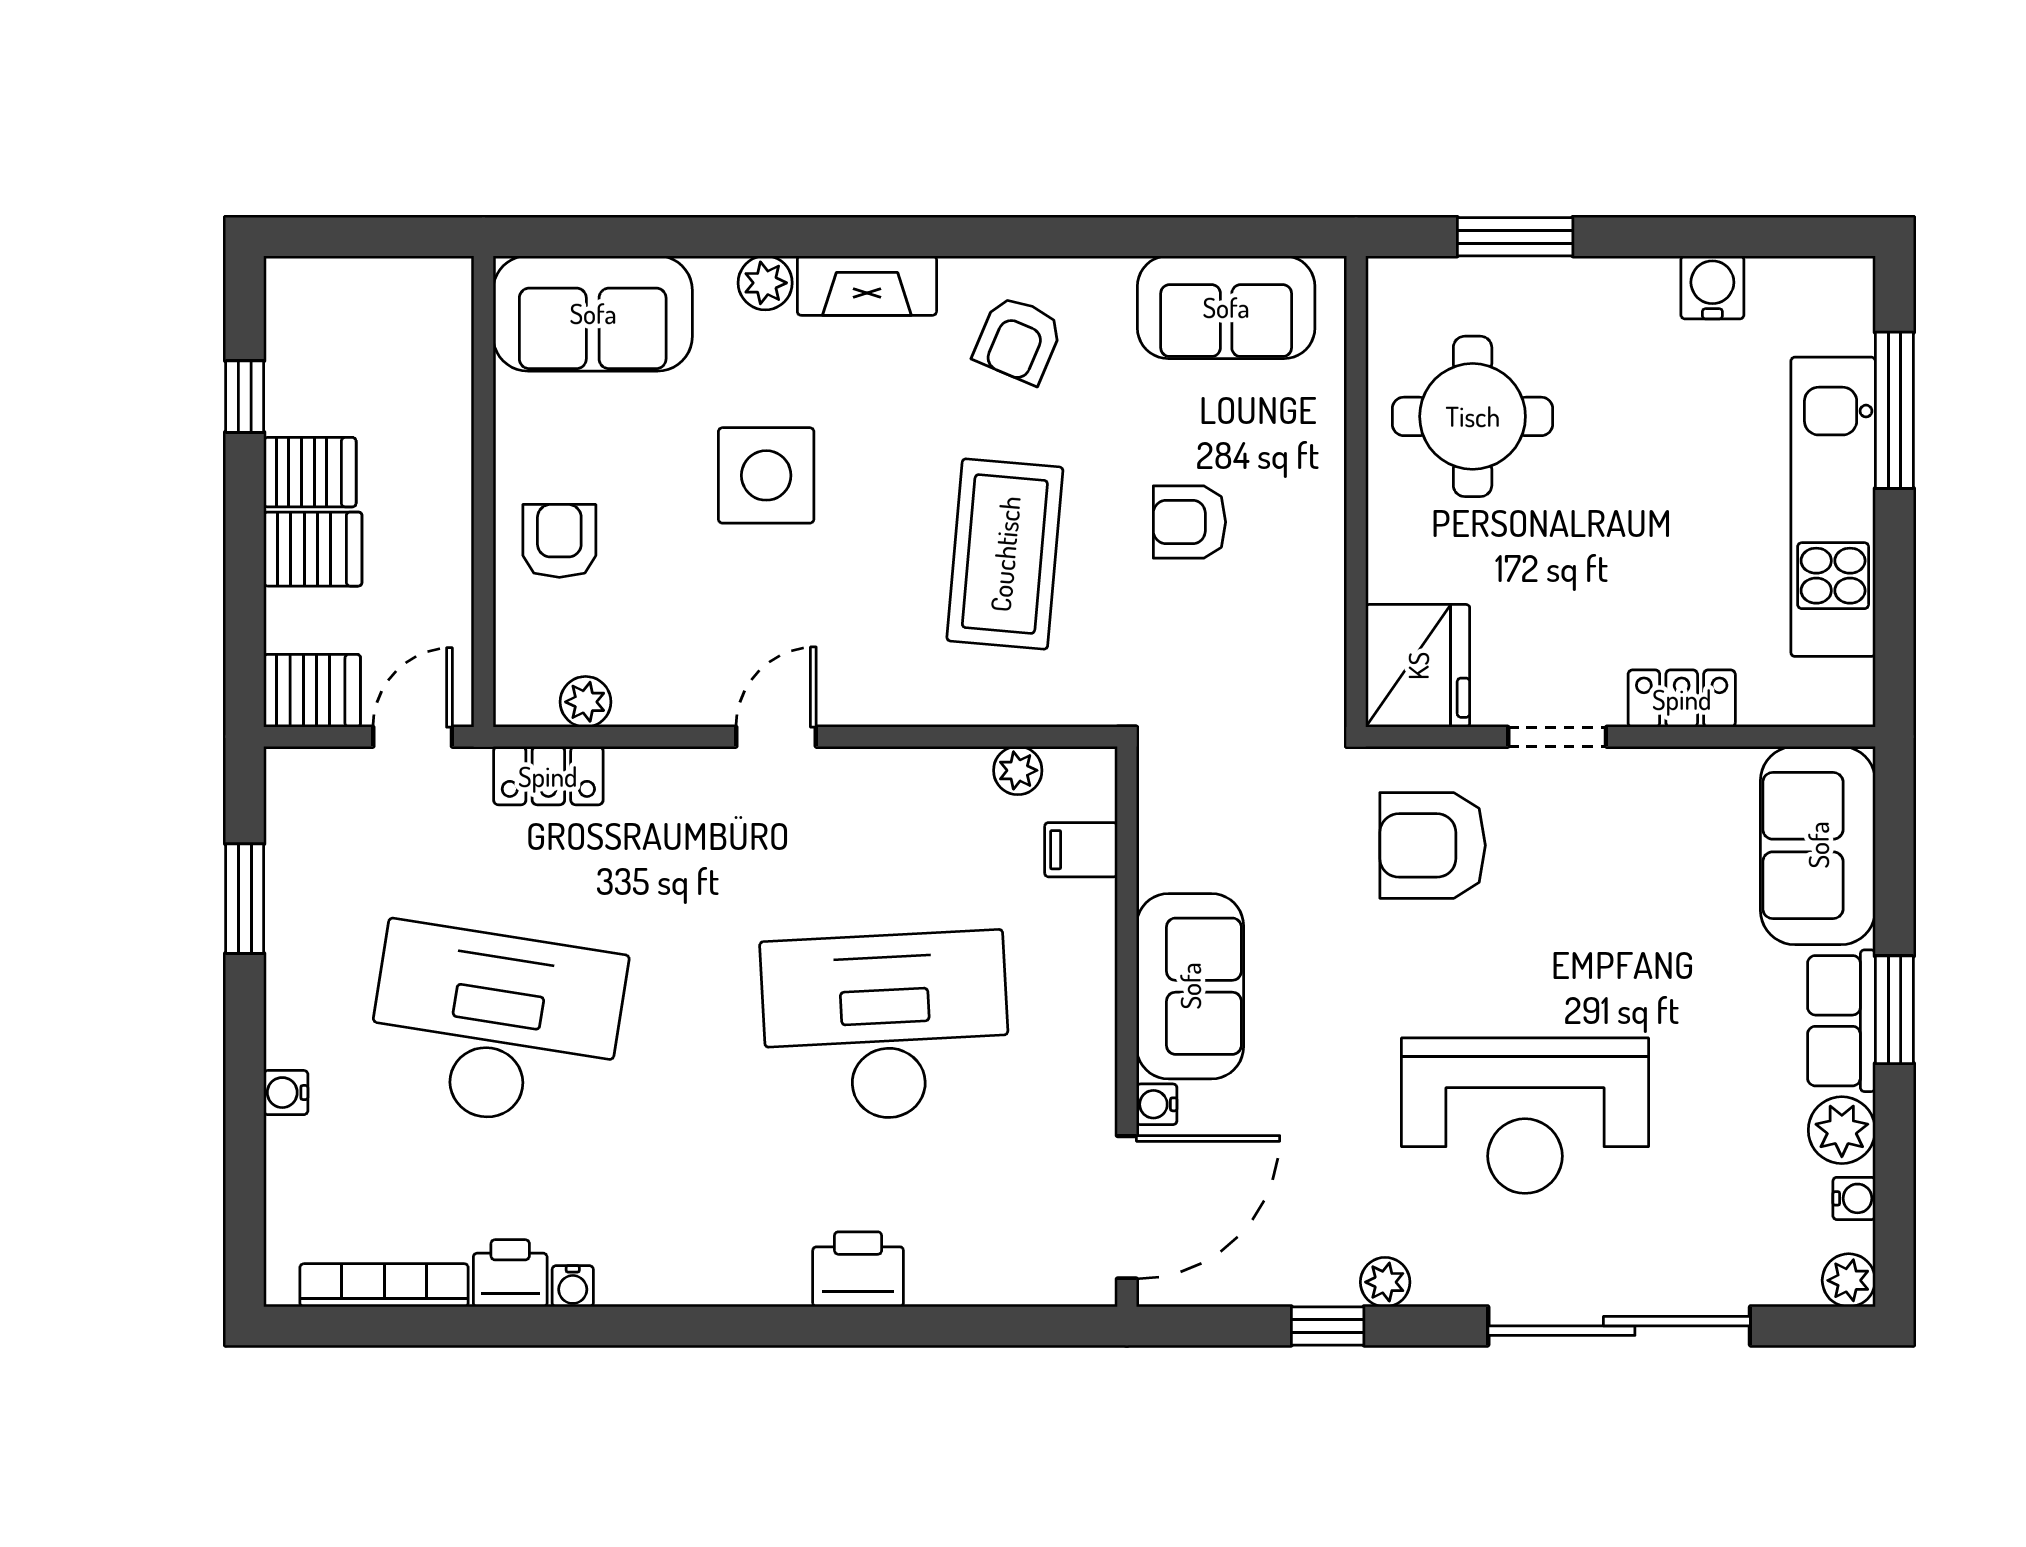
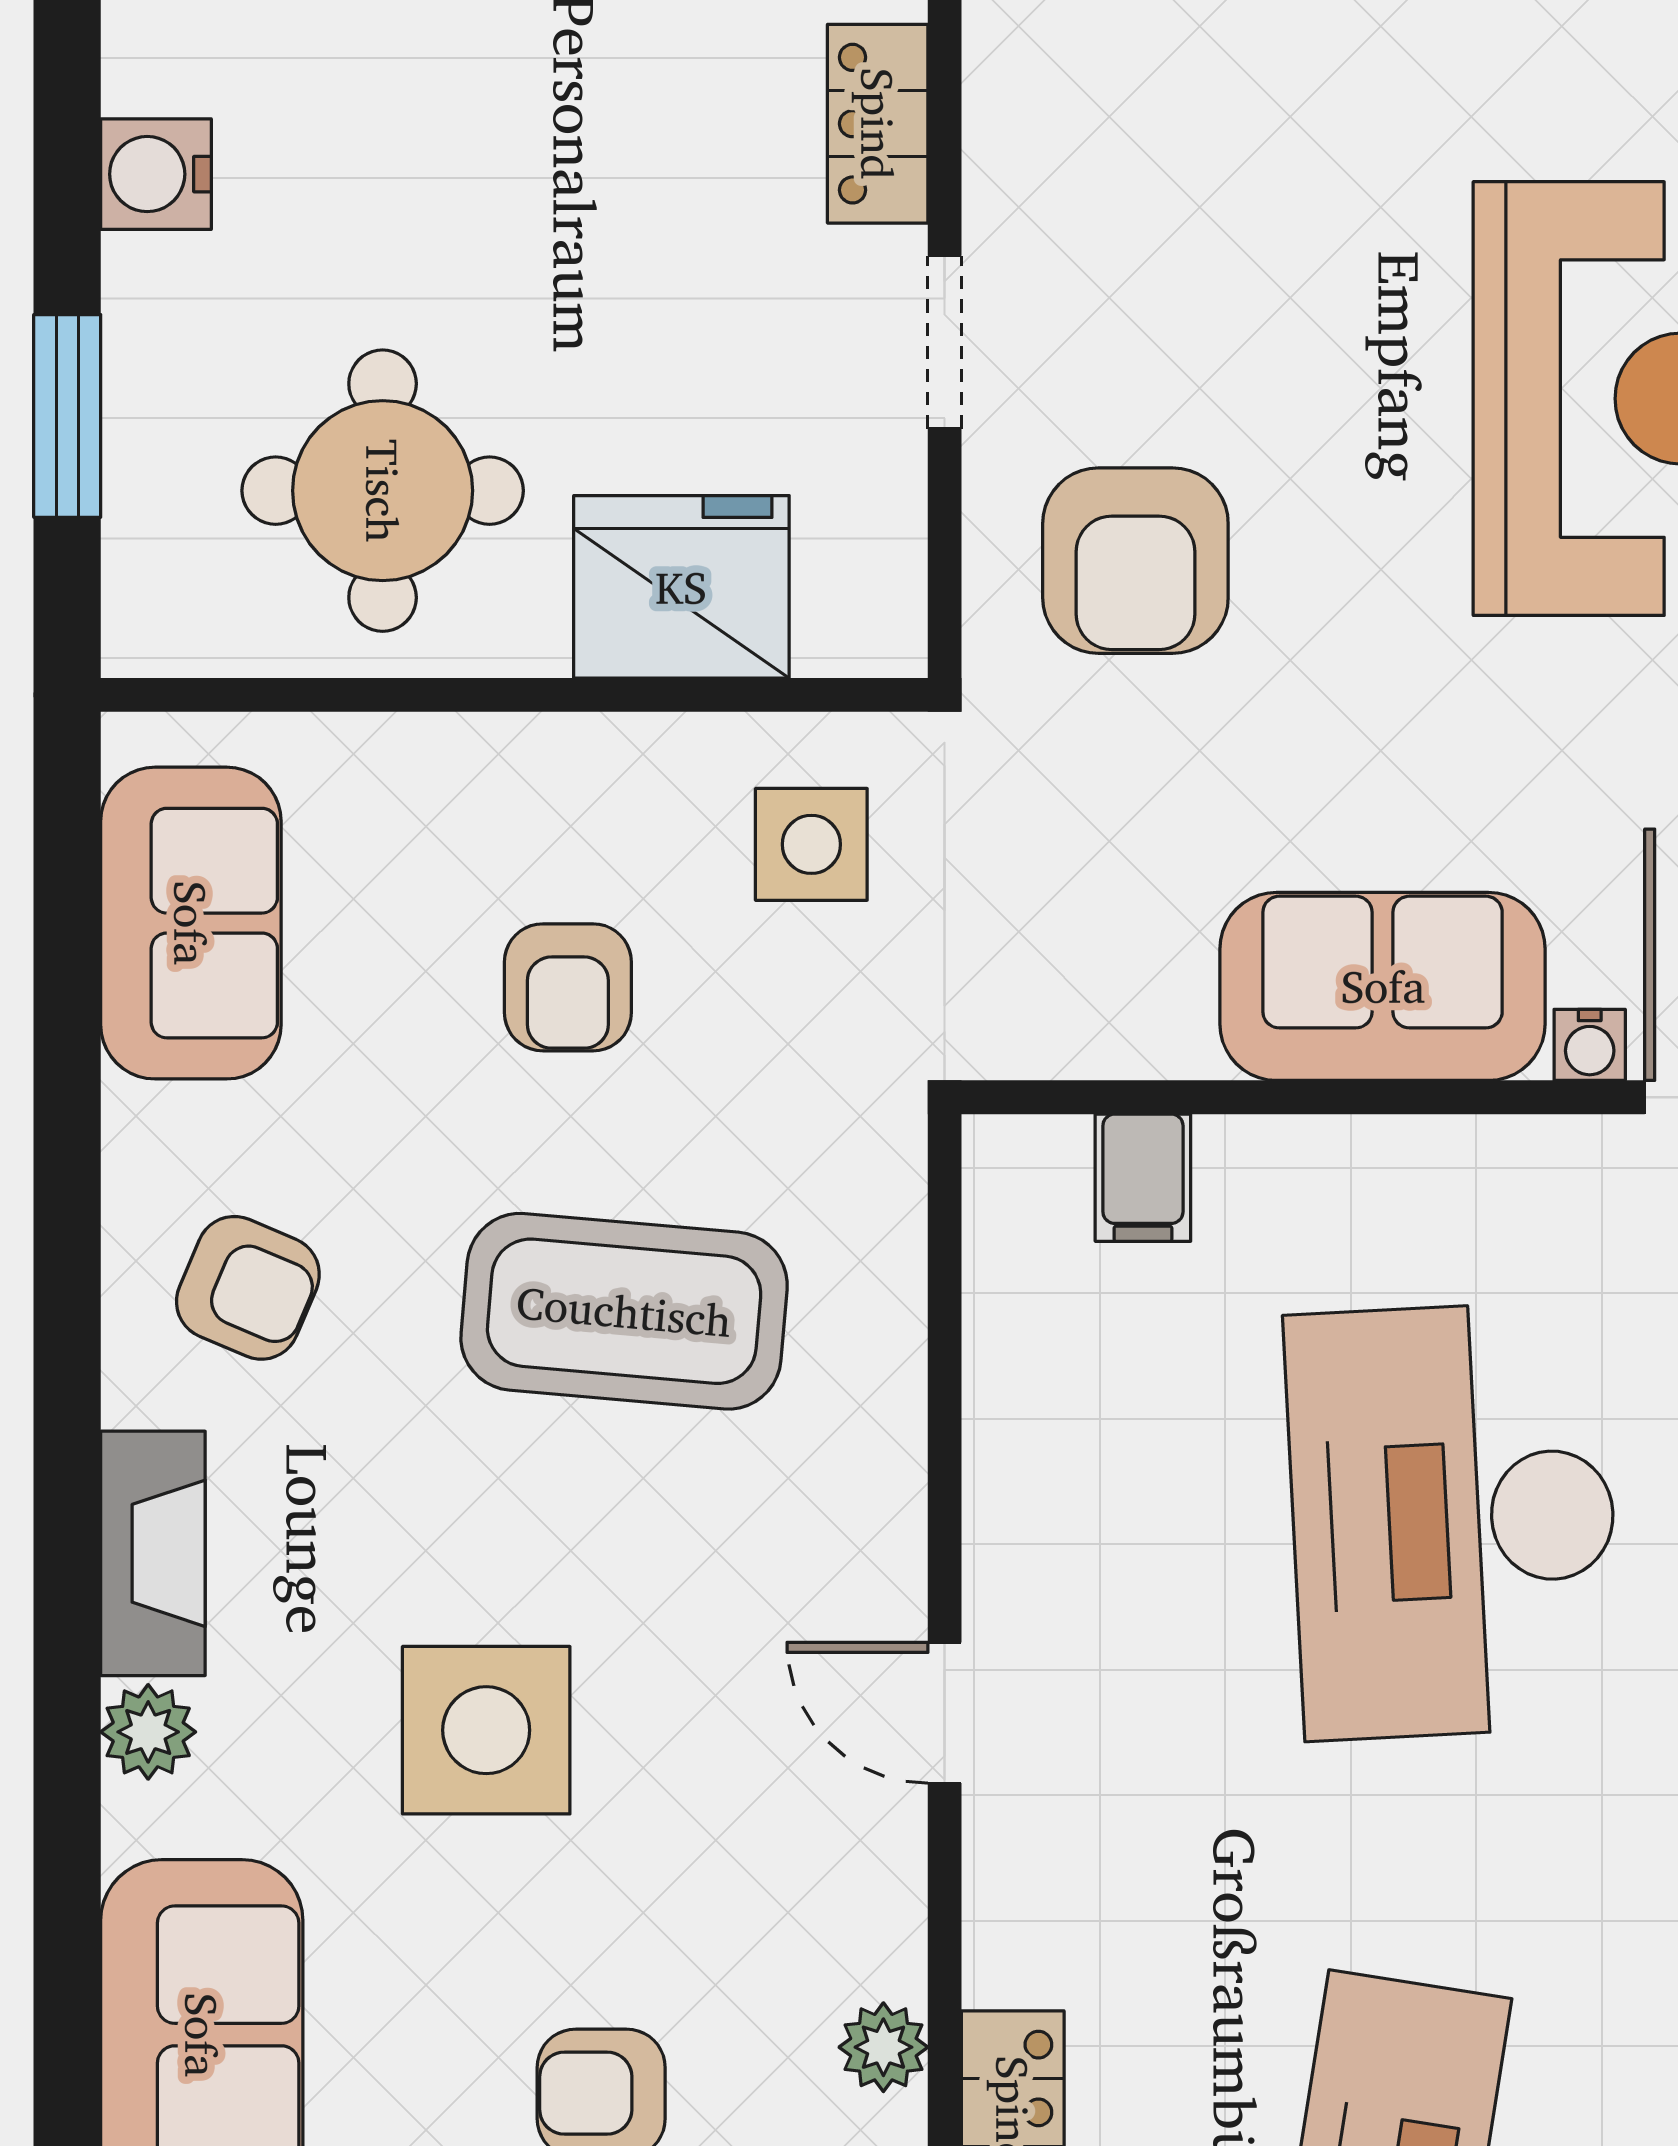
water cooler: (1712, 287) -> (156, 174), moved
side table: (1271, 661) -> (811, 844), added
fridge: (1418, 666) -> (681, 587), moved
plant: (1018, 770) -> (1004, 1289), removed

